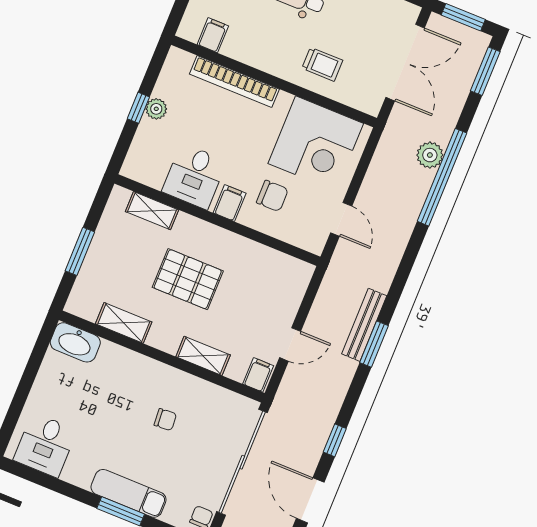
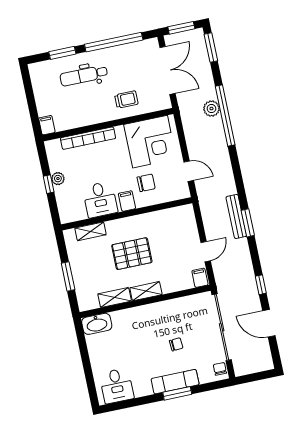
filing cabinet: (213, 35) -> (47, 125), moved
shelving: (203, 356) -> (146, 291), moved
chair: (165, 420) -> (176, 344), moved

